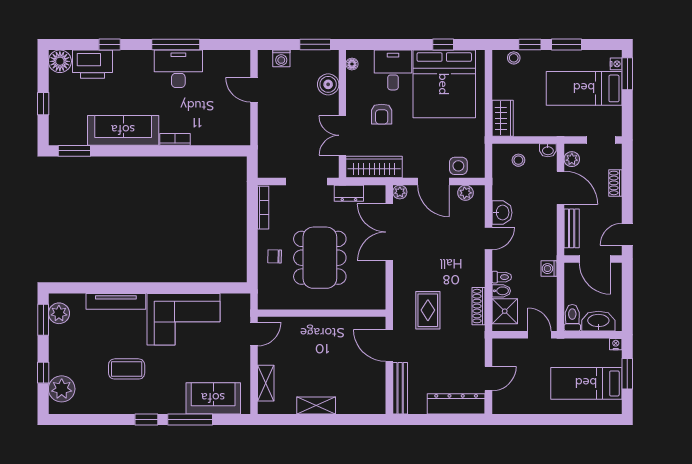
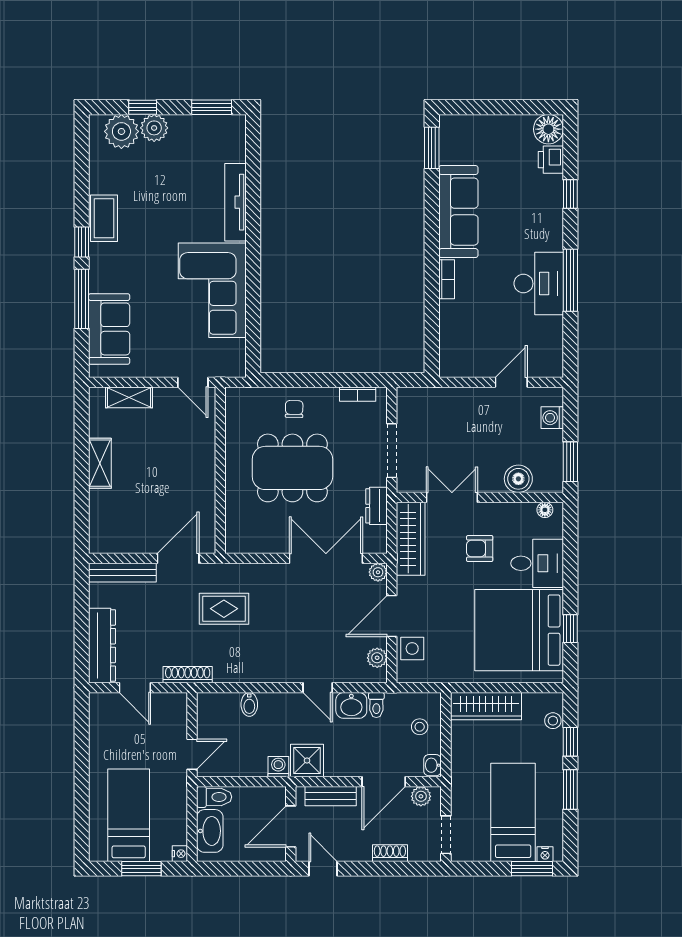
printer: (93, 64) -> (551, 160), width x0.53, depth x0.68
window: (43, 104) -> (493, 107), removed
wardrobe: (503, 118) -> (486, 706), width x1.50
bookcase: (263, 208) -> (358, 394), width x0.64
toilet: (502, 277) -> (376, 705), moved
shoe rack: (478, 306) -> (188, 675), moved
shower: (505, 311) -> (307, 761), moved
plant: (59, 313) -> (154, 128), moved
coffee table: (127, 369) -> (104, 218), moved

